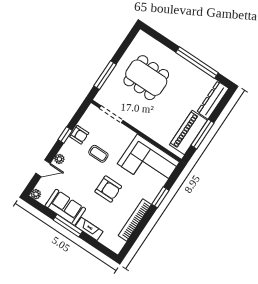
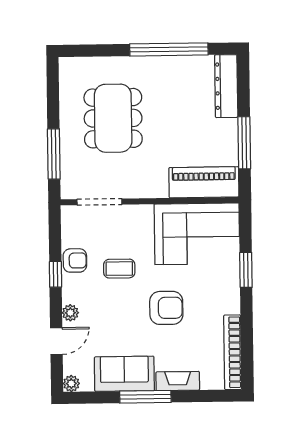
dining table: (146, 78) -> (113, 118), turned 90
piano: (188, 133) -> (204, 182), moved, turned 90
bookcase: (135, 220) -> (233, 352), moved

